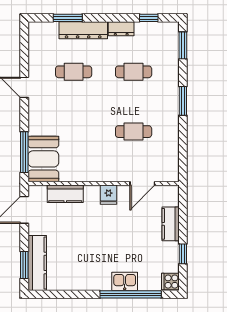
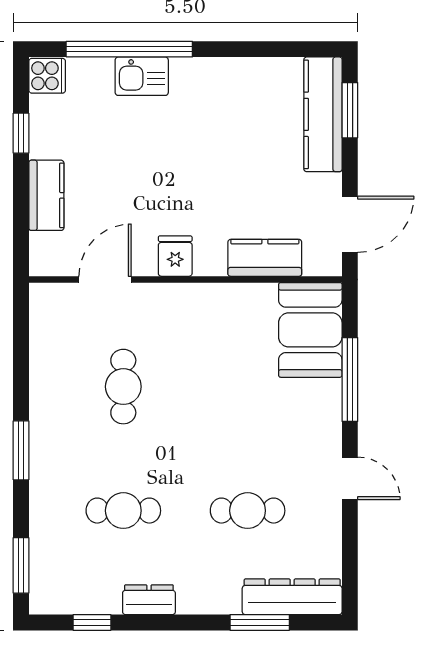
dresser: (83, 30) -> (292, 597), moved
cafe table: (134, 132) -> (123, 387), turned 90
window: (24, 152) -> (350, 380), moved

